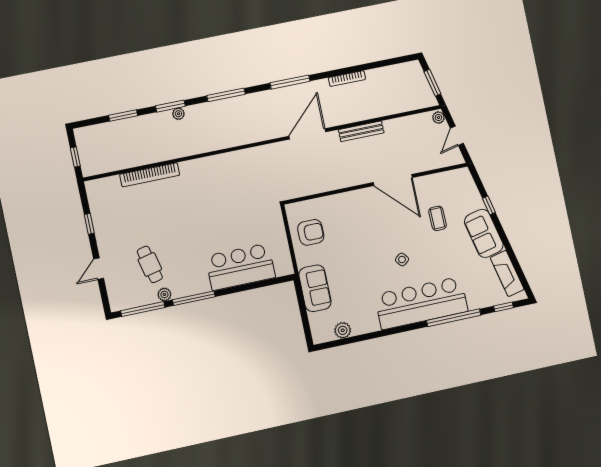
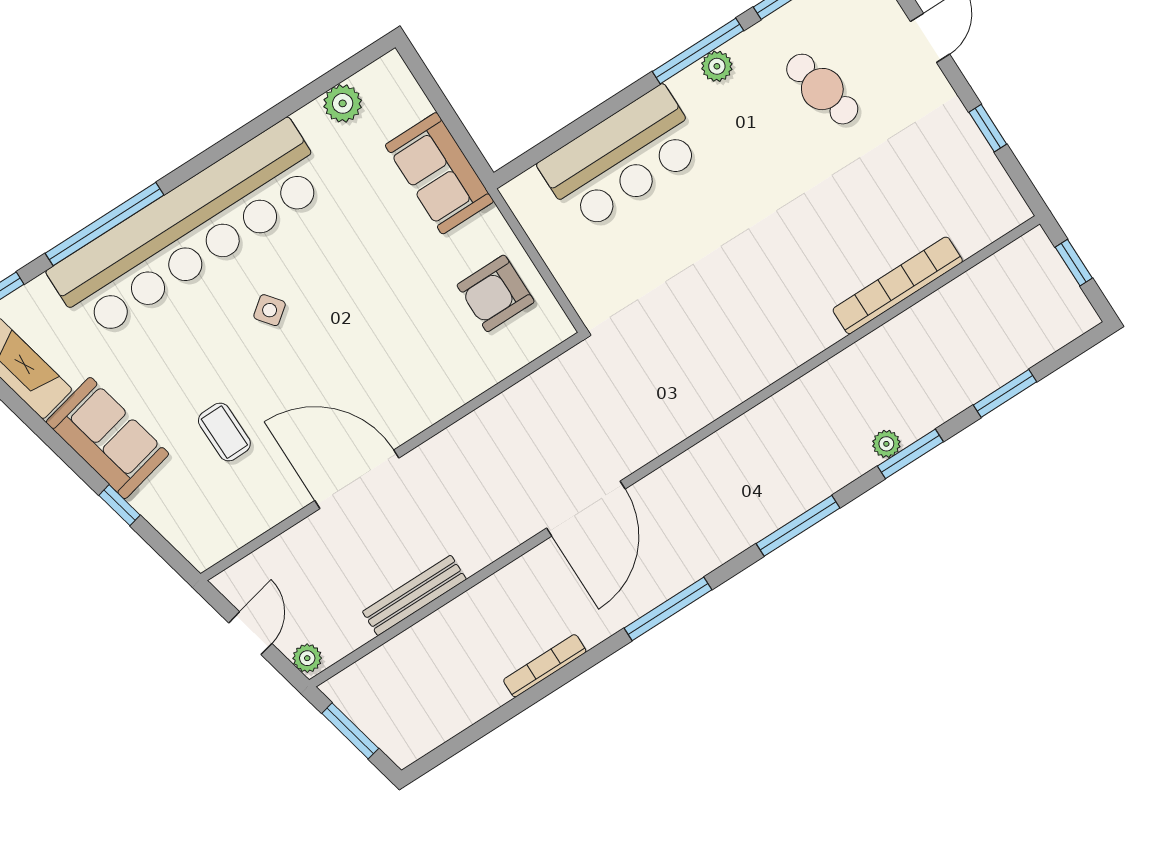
bench: (361, 131) -> (414, 595), moved
plant: (164, 294) -> (717, 66), moved
bar counter: (421, 303) -> (190, 230), width x1.36

